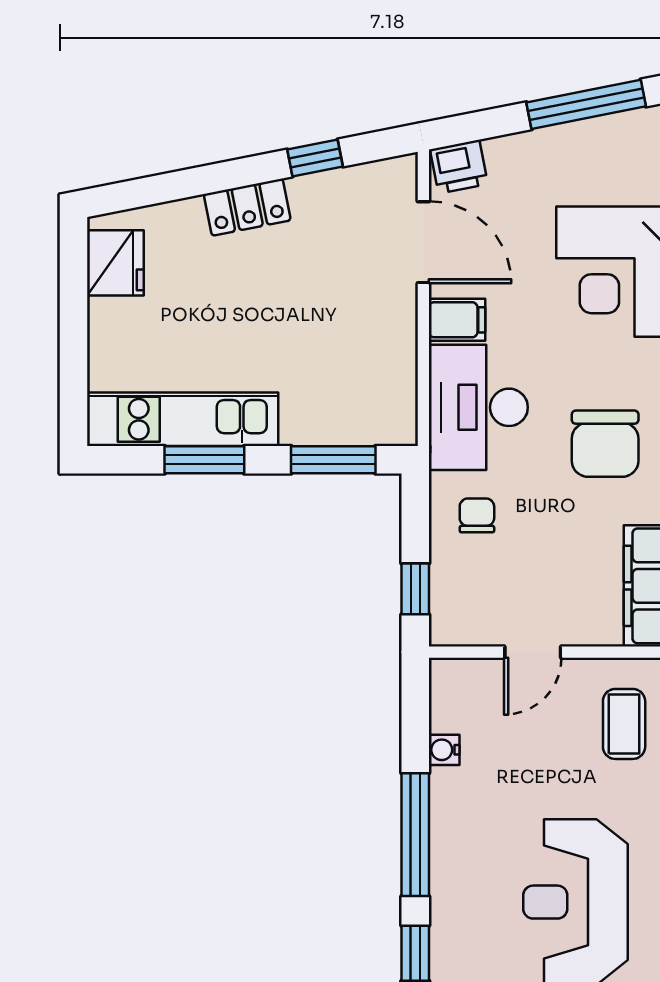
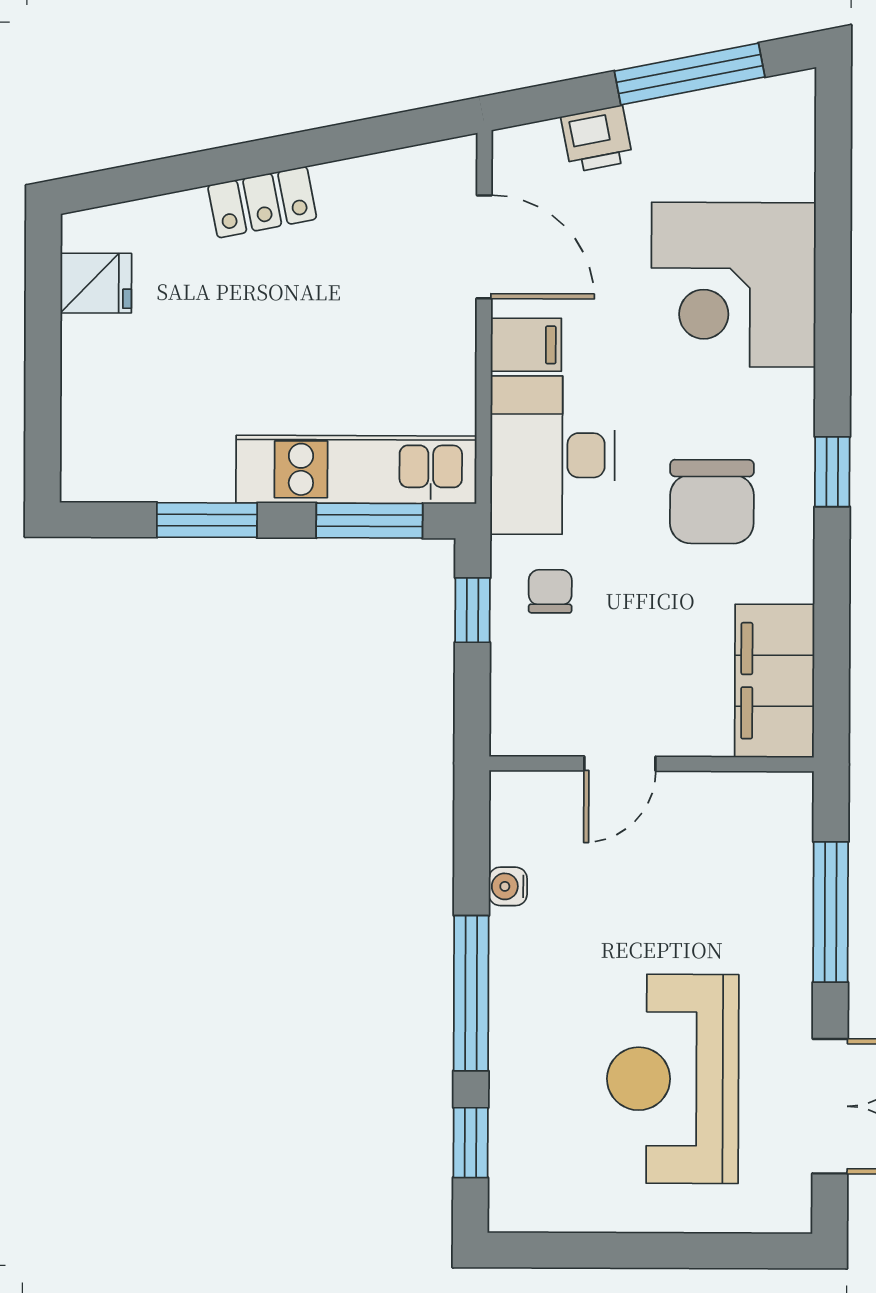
window: (315, 158) -> (348, 140), removed
printer: (459, 167) -> (597, 139), moved
fridge: (115, 263) -> (96, 283), width x0.72
kitchen unit: (183, 419) -> (356, 470), moved
window: (415, 589) -> (472, 610), moved
coffee table: (624, 724) -> (735, 855), removed

